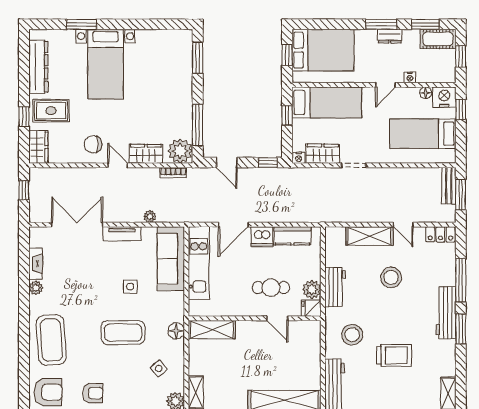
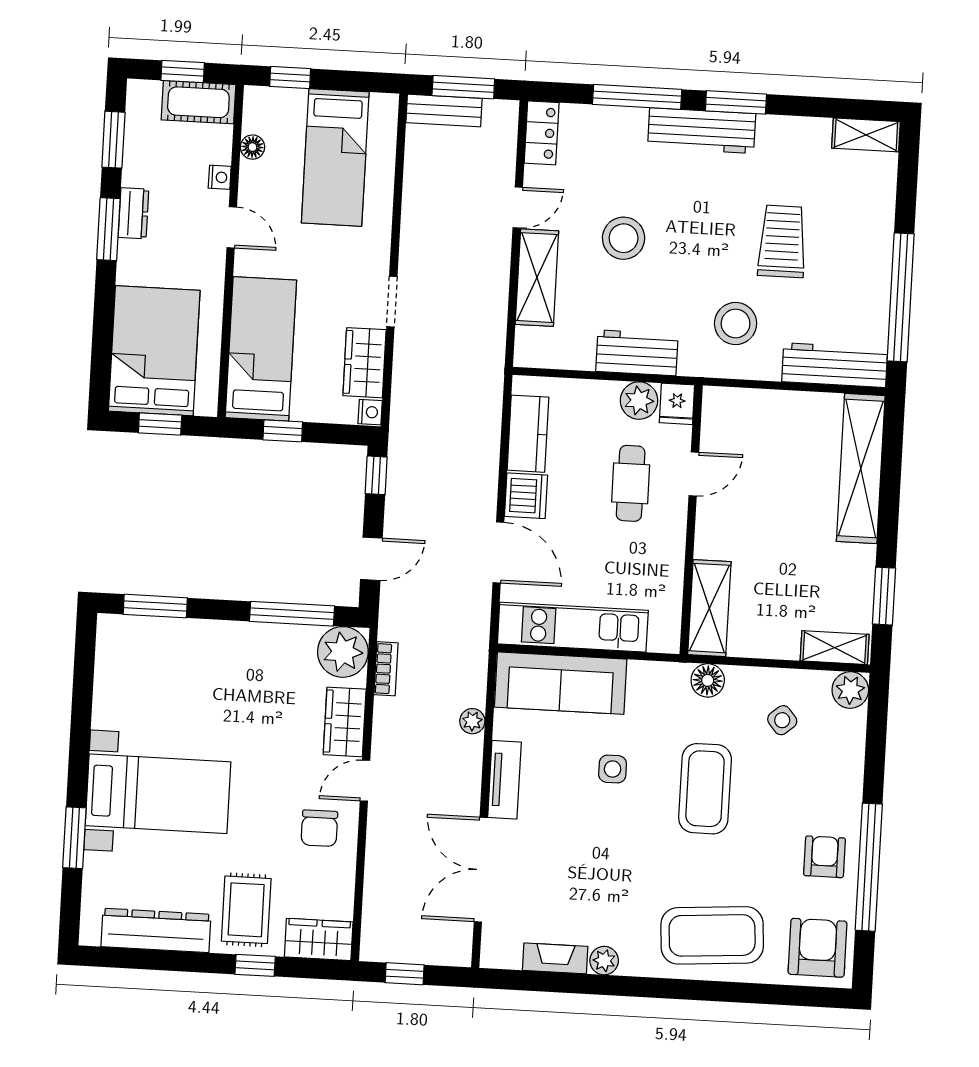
cot: (438, 39) -> (198, 102), moved, turned 90
nightstand: (444, 97) -> (263, 109), removed

